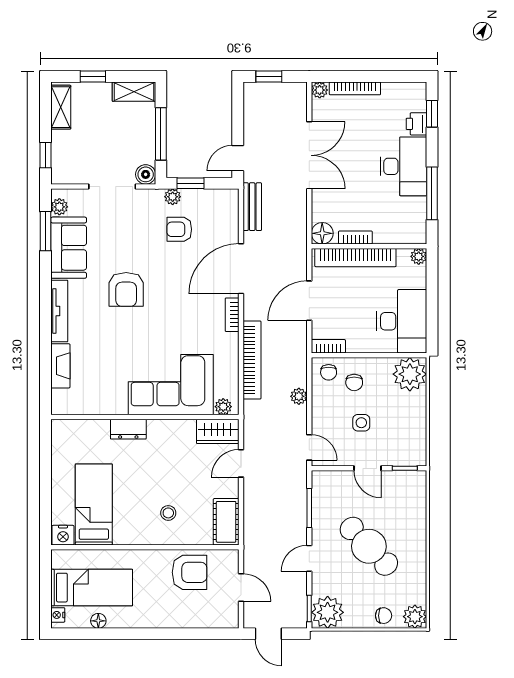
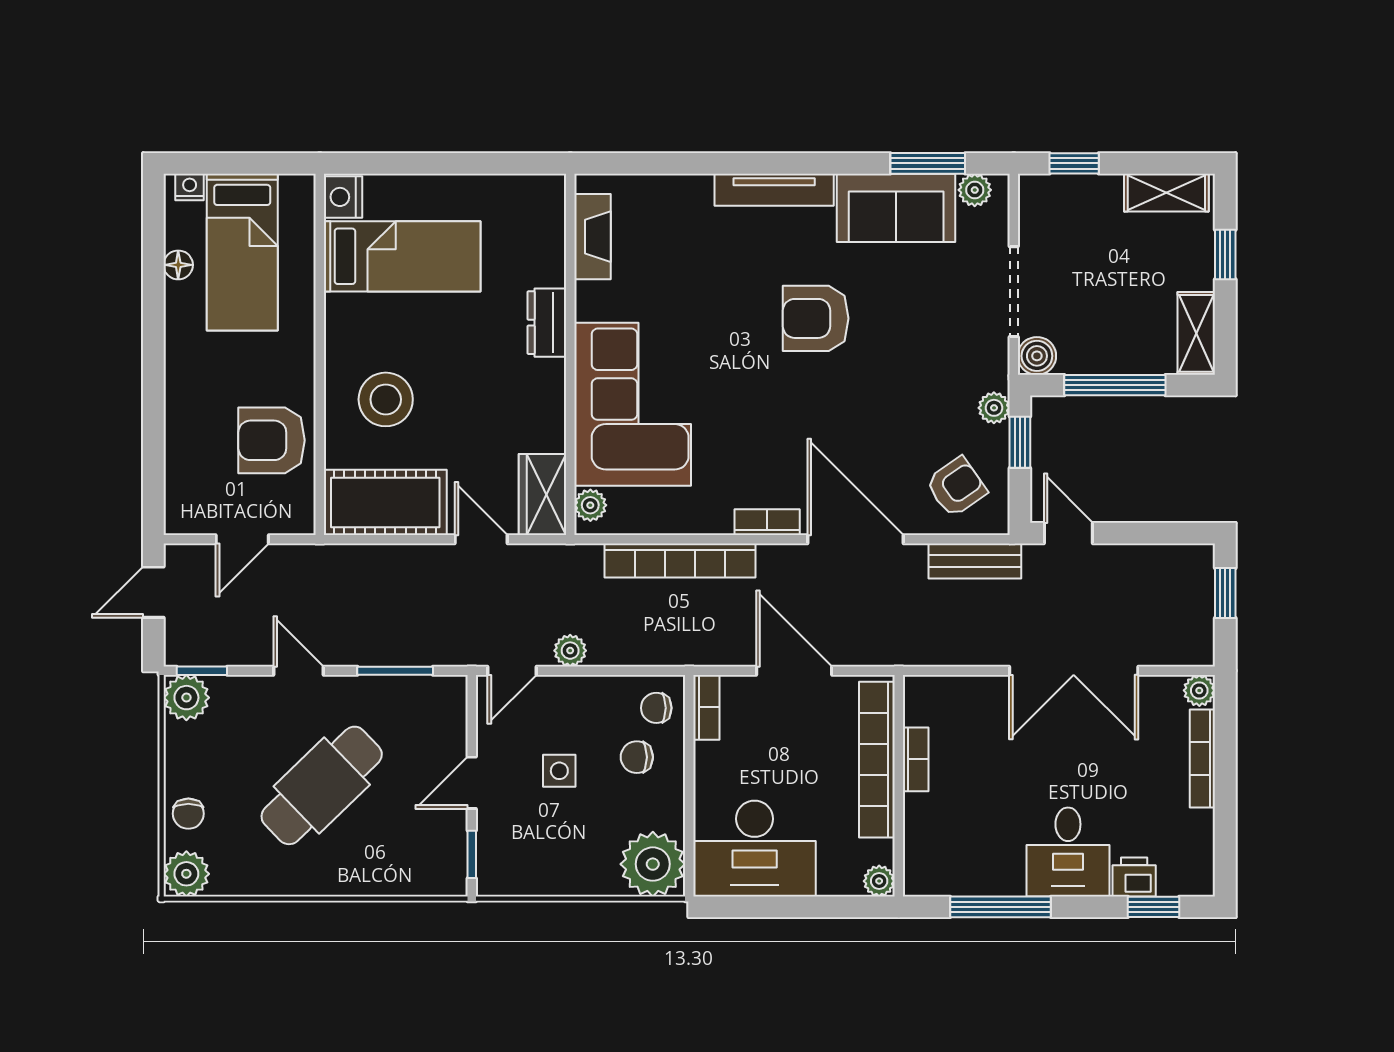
desk: (403, 166) -> (1068, 852), width x0.73
armchair: (179, 229) -> (956, 487), moved, turned 55
floor lamp: (322, 233) -> (924, 696), removed
fireplace: (60, 366) -> (593, 237), moved, turned -90
plant: (299, 396) -> (570, 651), moved
stool: (168, 513) -> (386, 399), width x1.89, depth x1.89
cot: (226, 522) -> (385, 502), width x1.37, depth x1.34
armchair: (189, 572) -> (272, 440), turned 90
plant: (328, 612) -> (186, 698), width x0.73, depth x0.73

